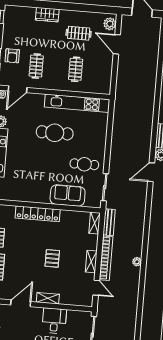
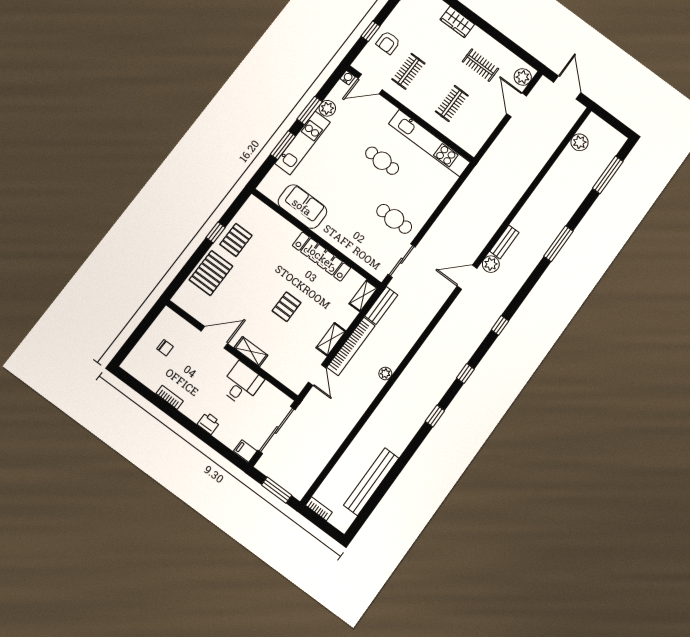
cafe table: (55, 133) -> (382, 161), width x0.73, depth x0.74
sofa: (68, 196) -> (302, 207), moved
locker: (38, 214) -> (321, 257), moved

